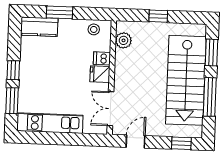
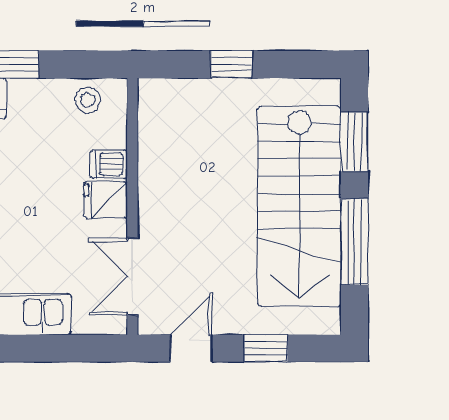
plant: (124, 40) -> (156, 122), removed
window: (181, 143) -> (266, 348), moved

